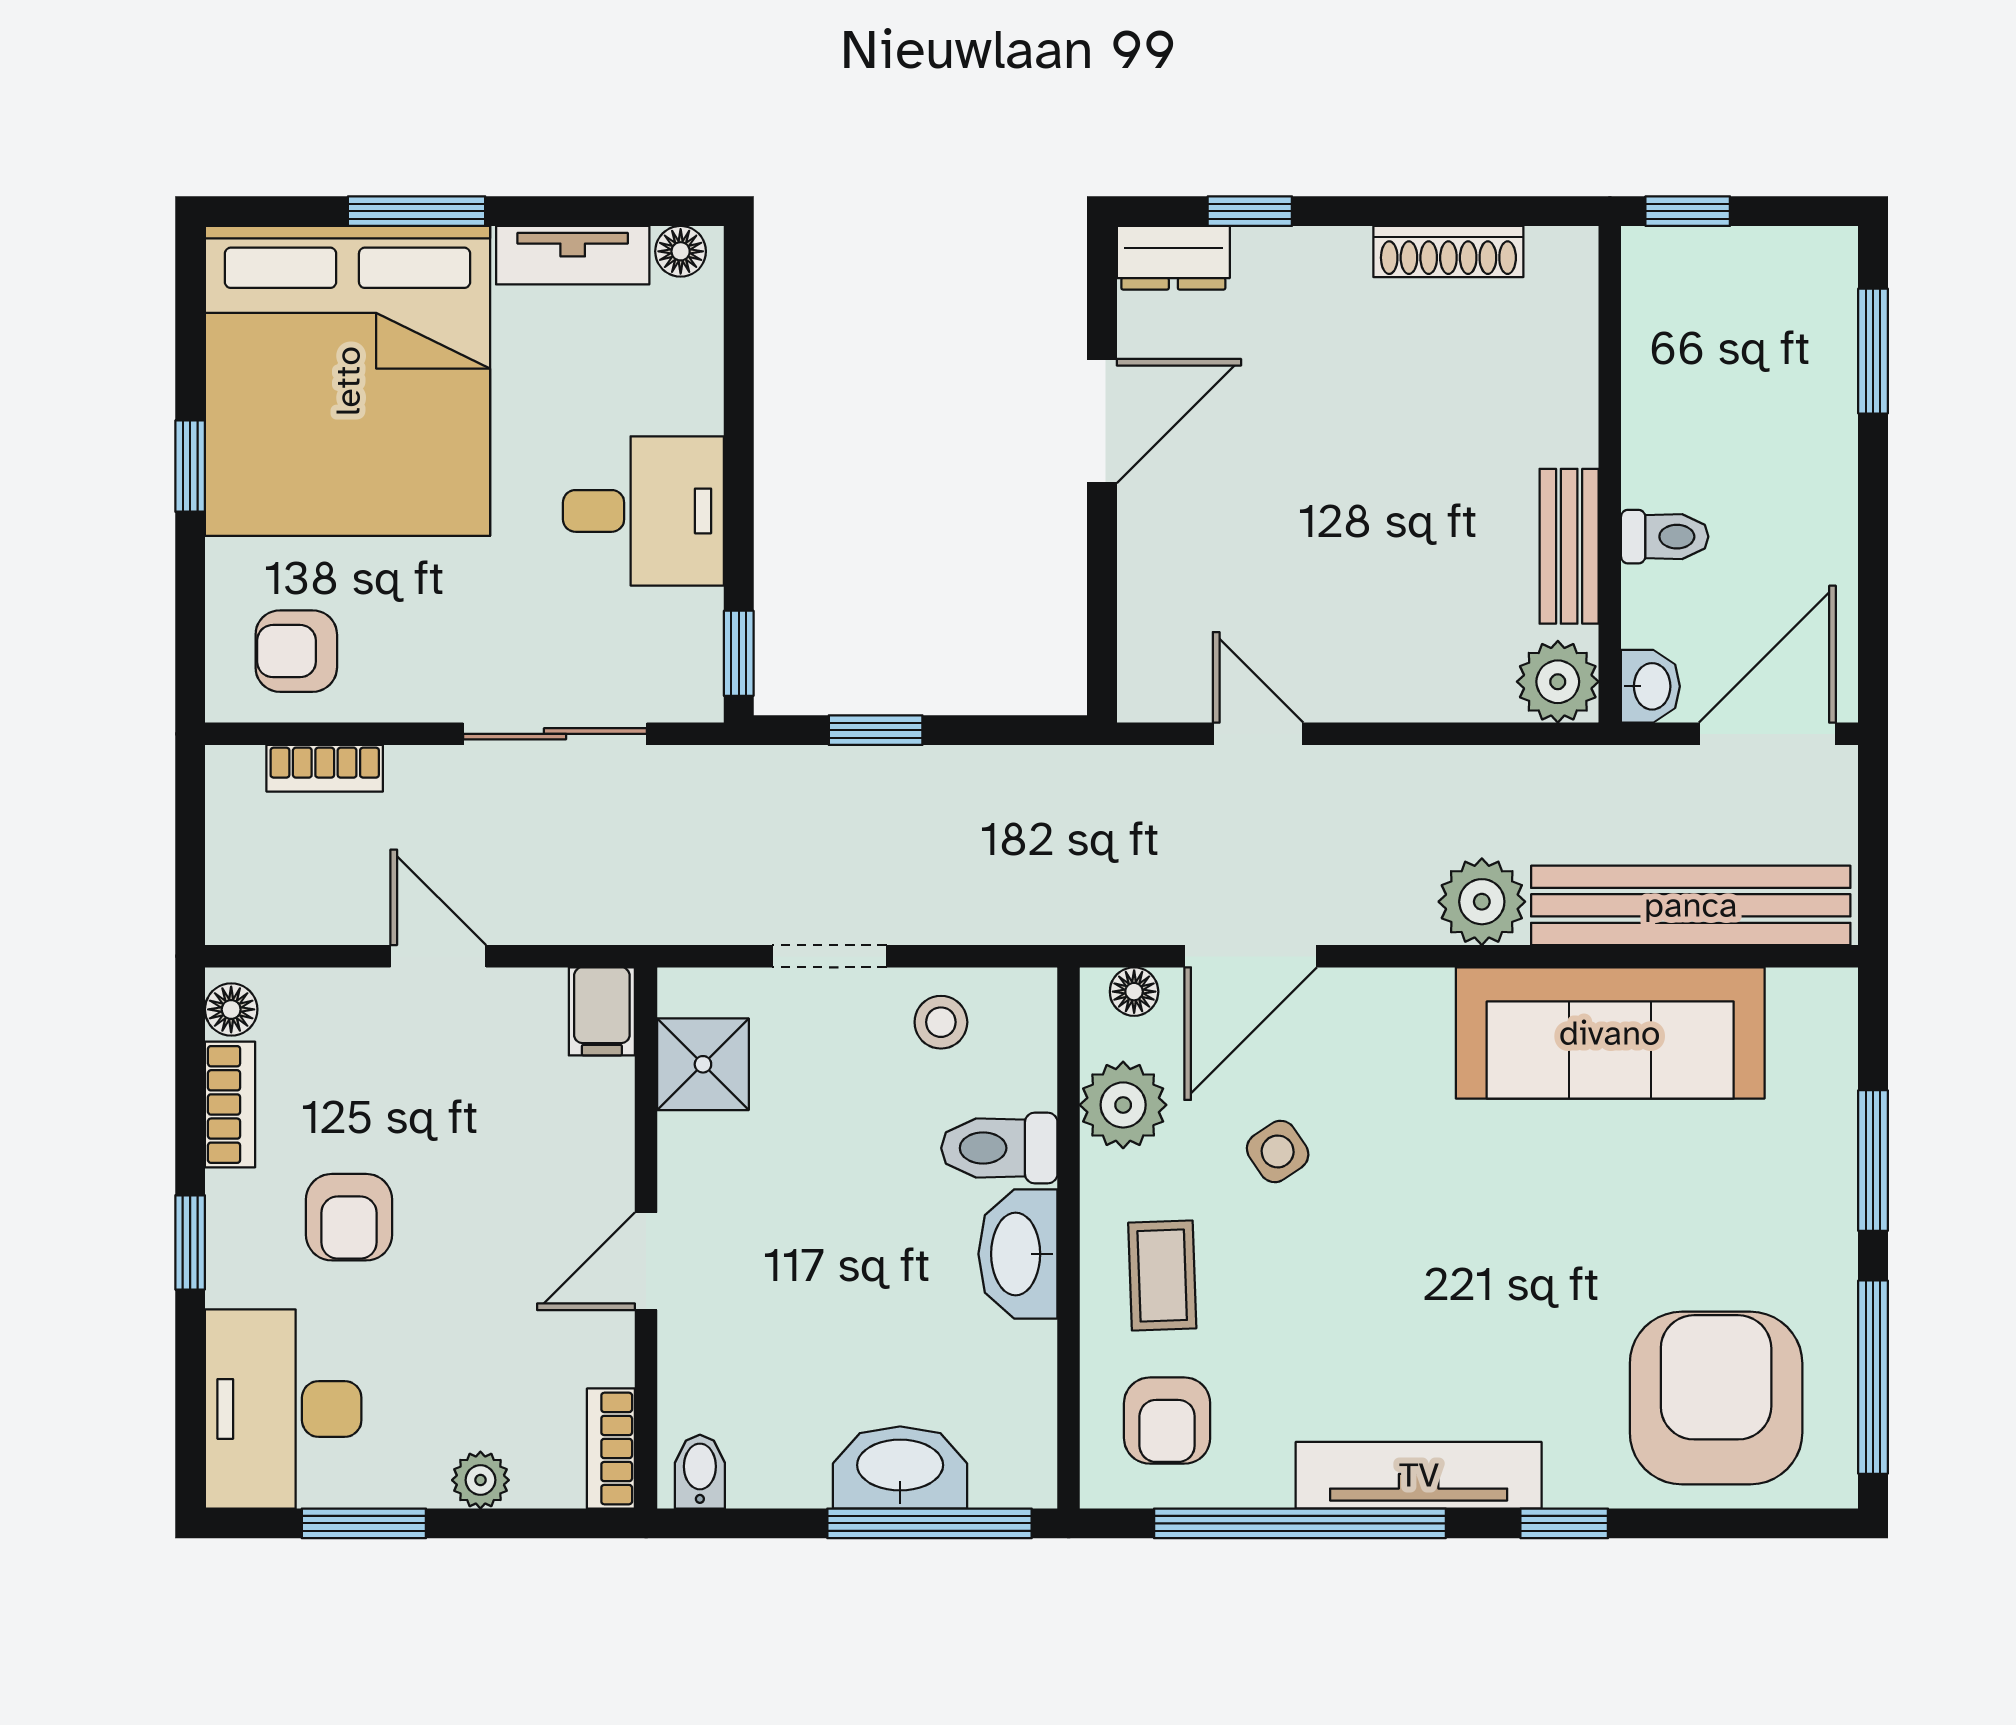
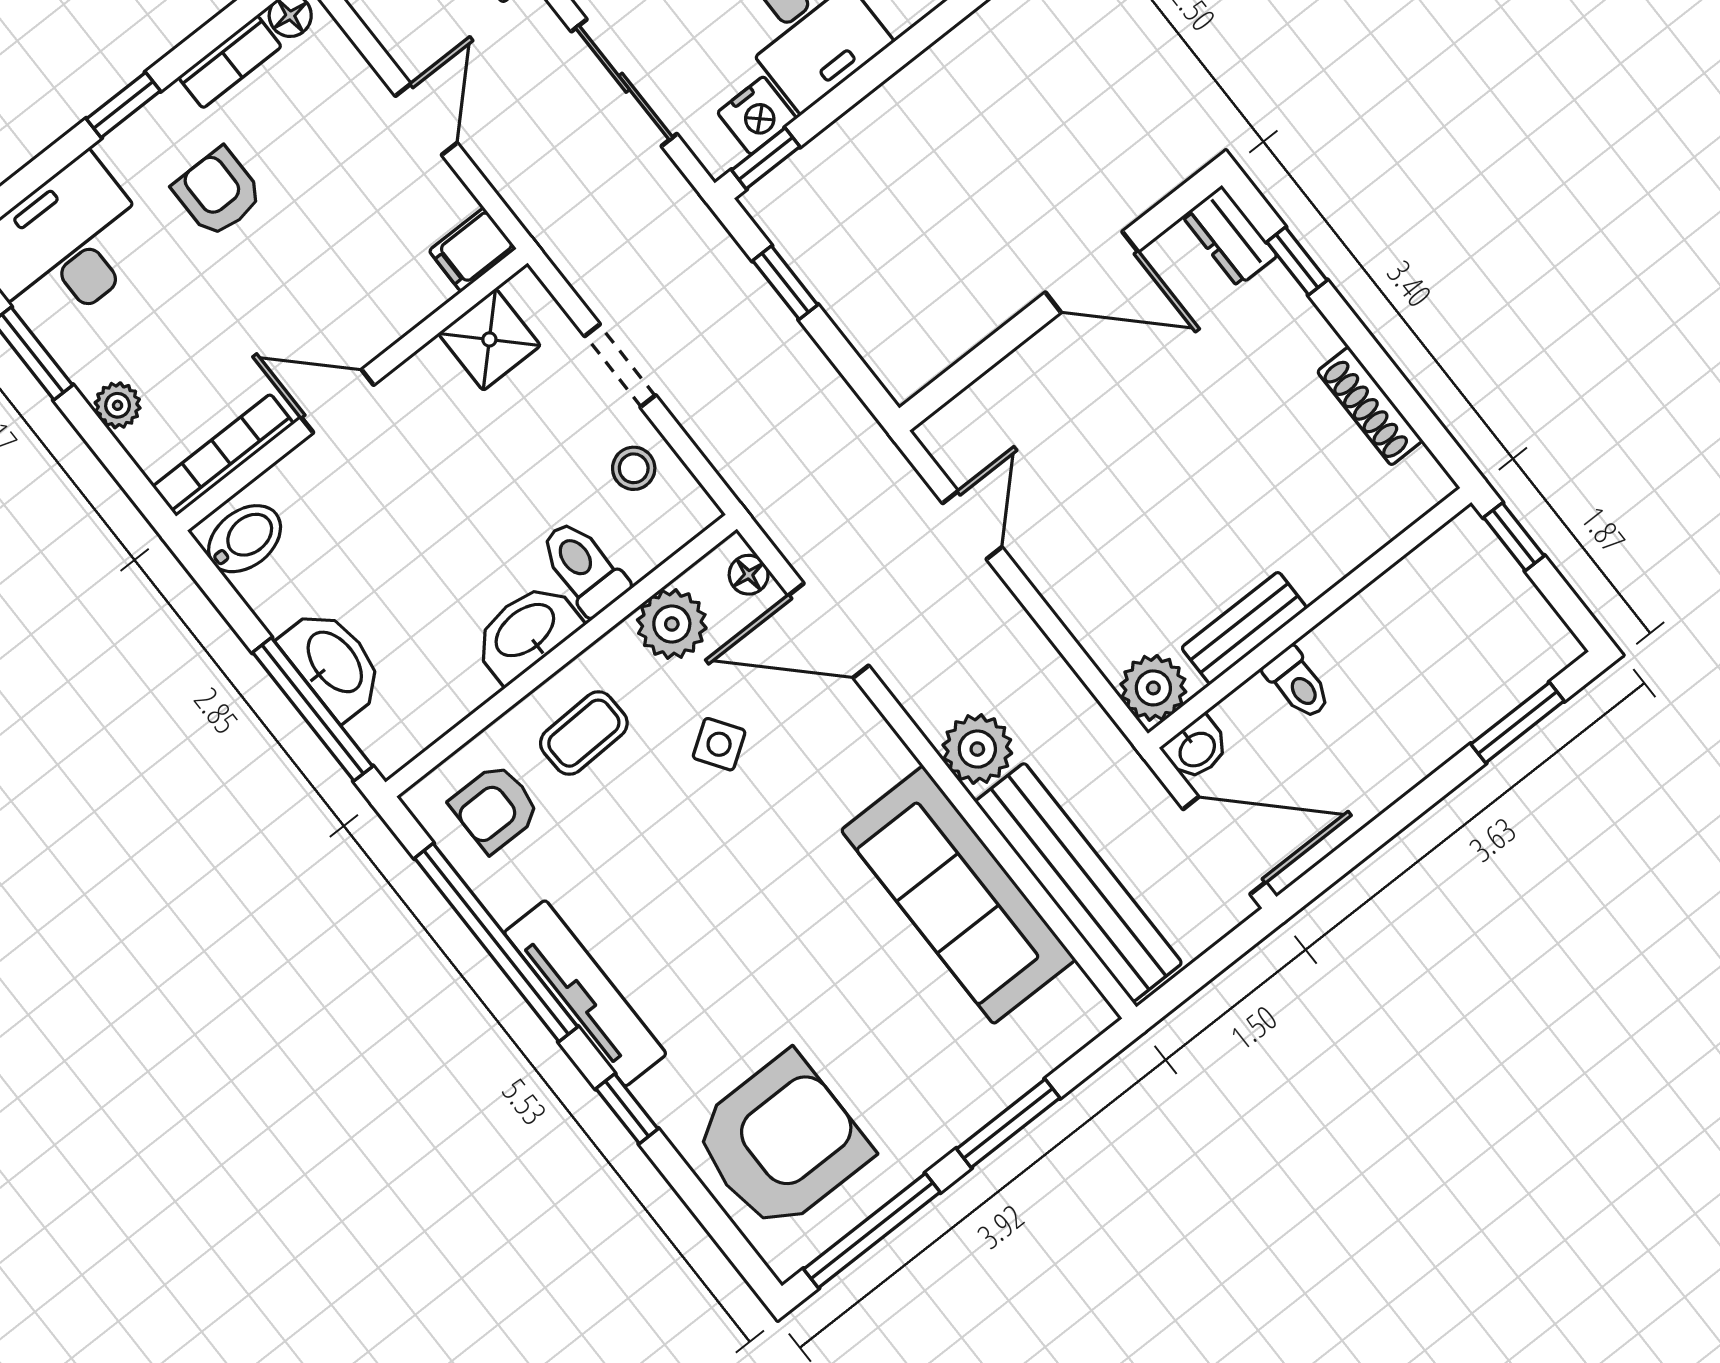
nightstand: (690, 629) -> (757, 115), added
armchair: (349, 1217) -> (218, 192), turned 90
bookcase: (611, 1448) -> (223, 455), width x1.56
bidet: (700, 1472) -> (245, 539), width x1.38, depth x1.36

